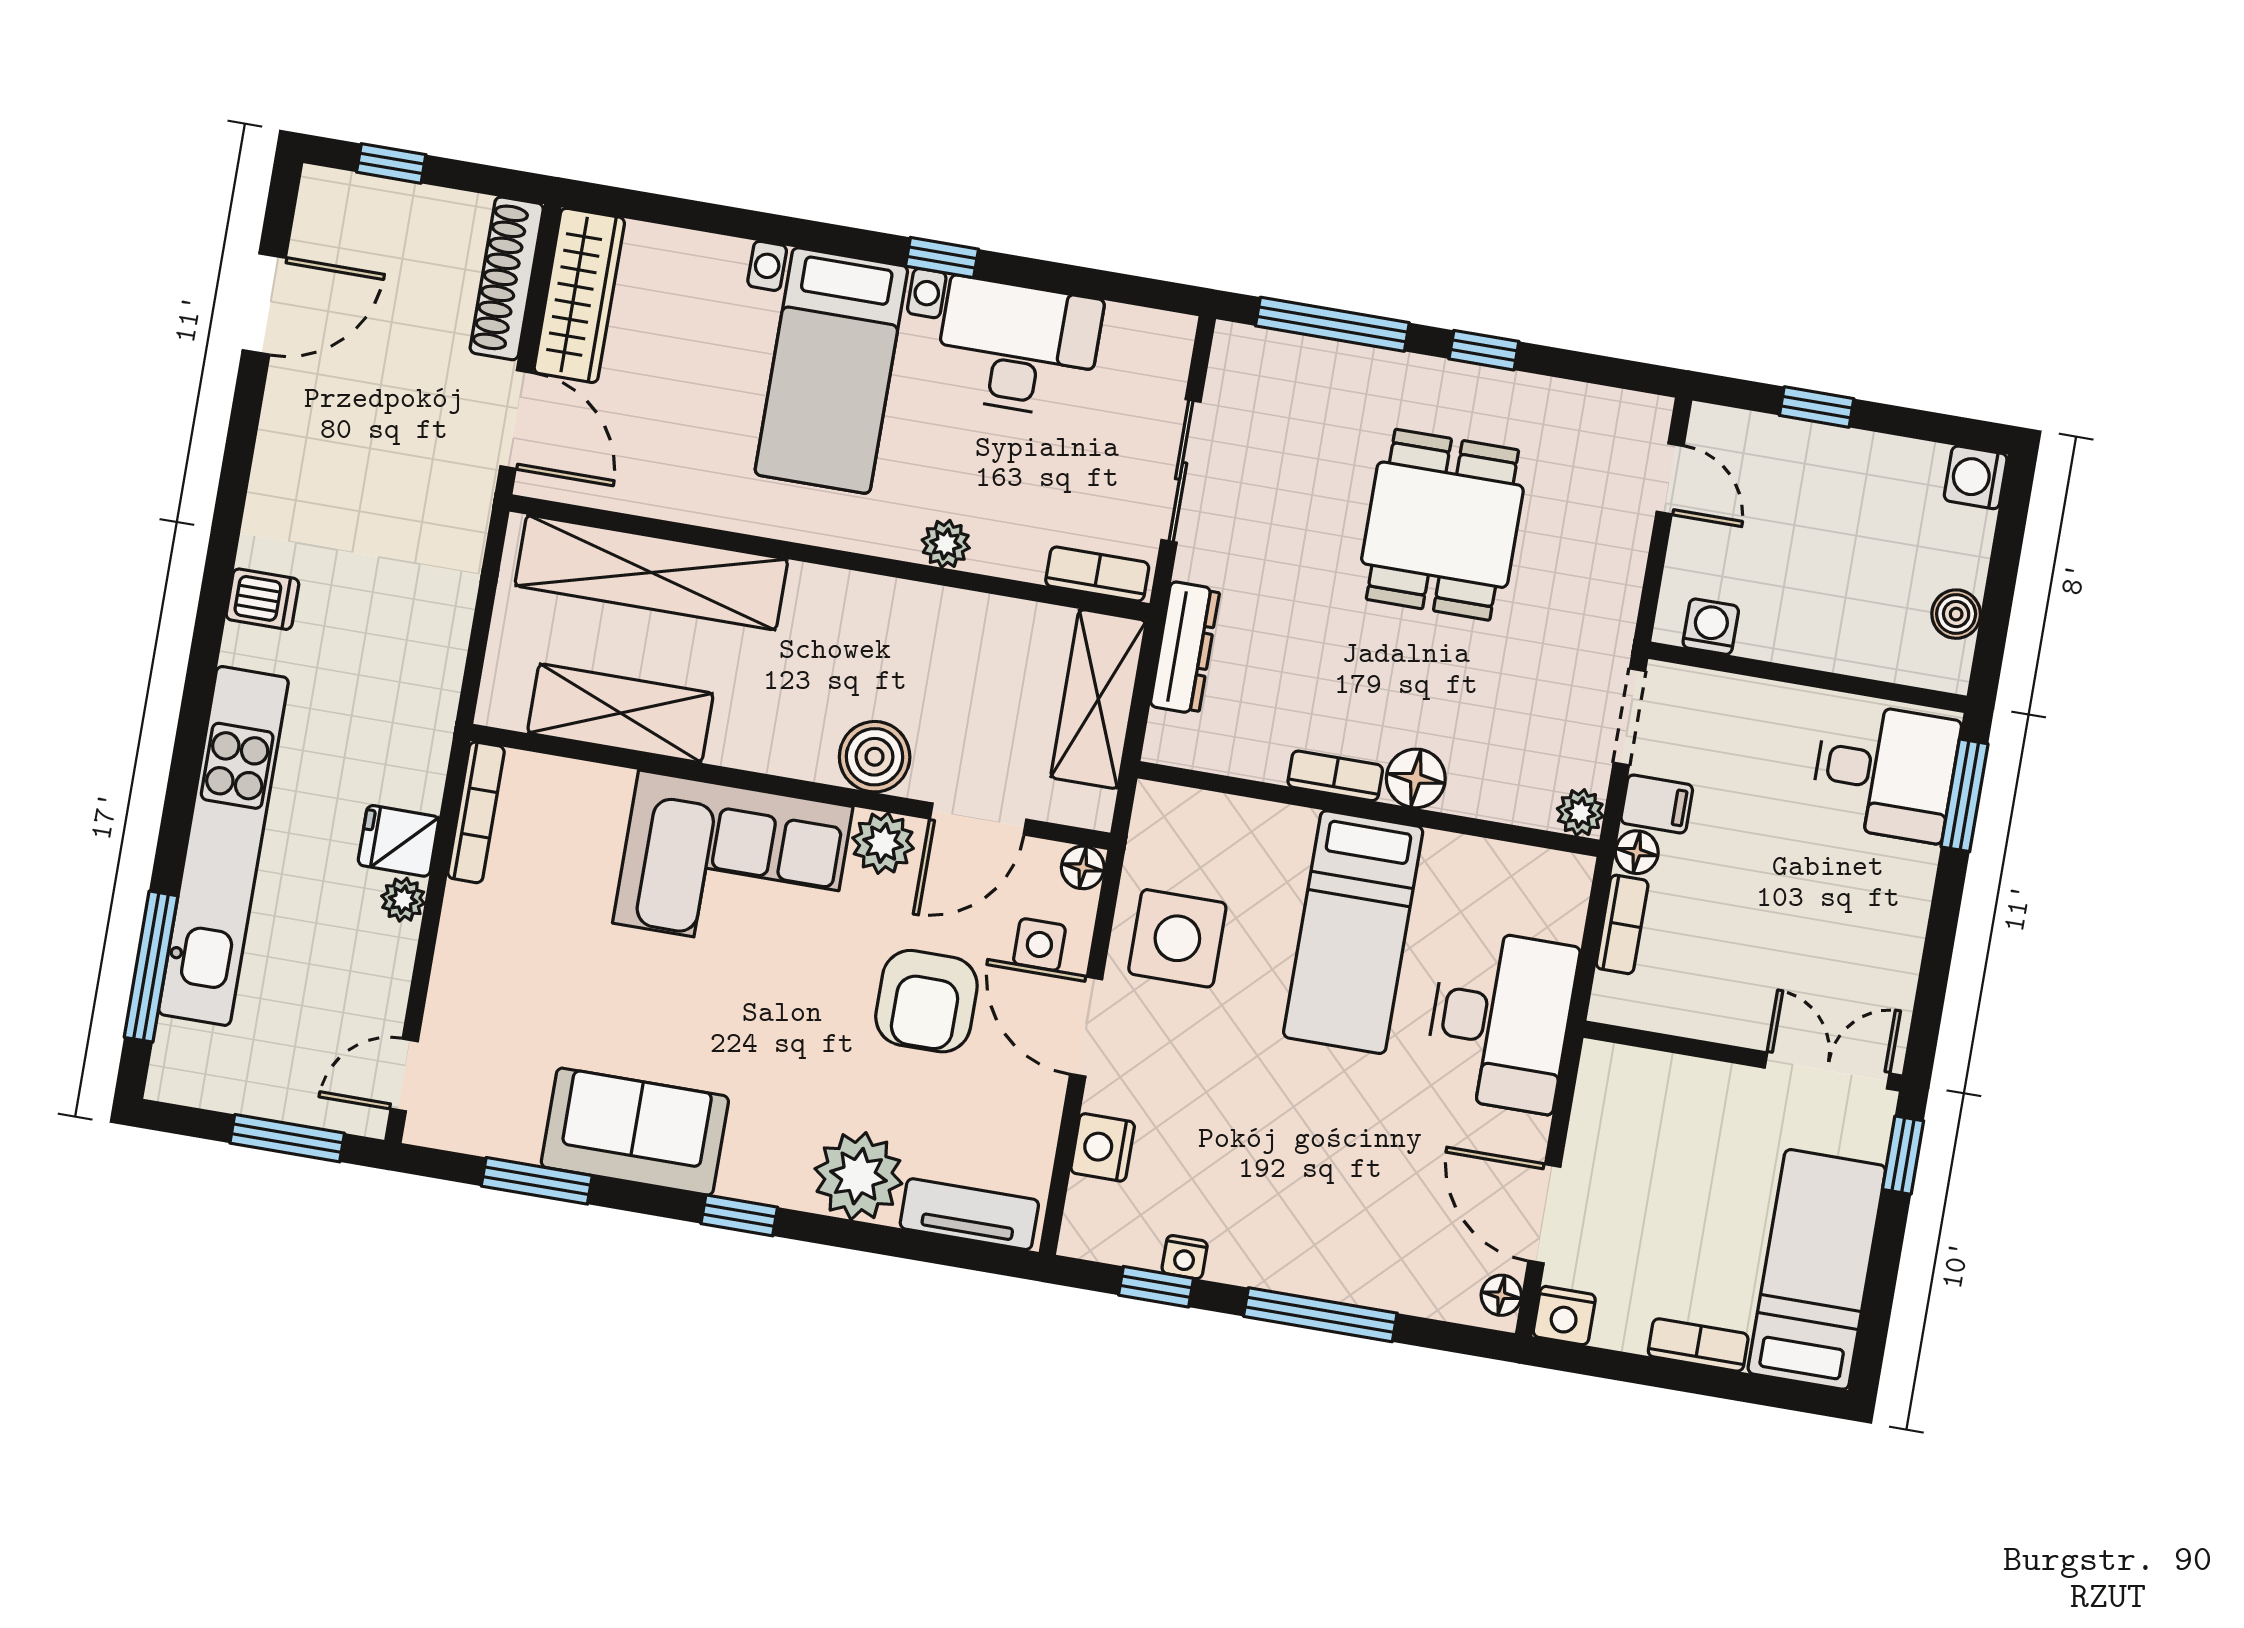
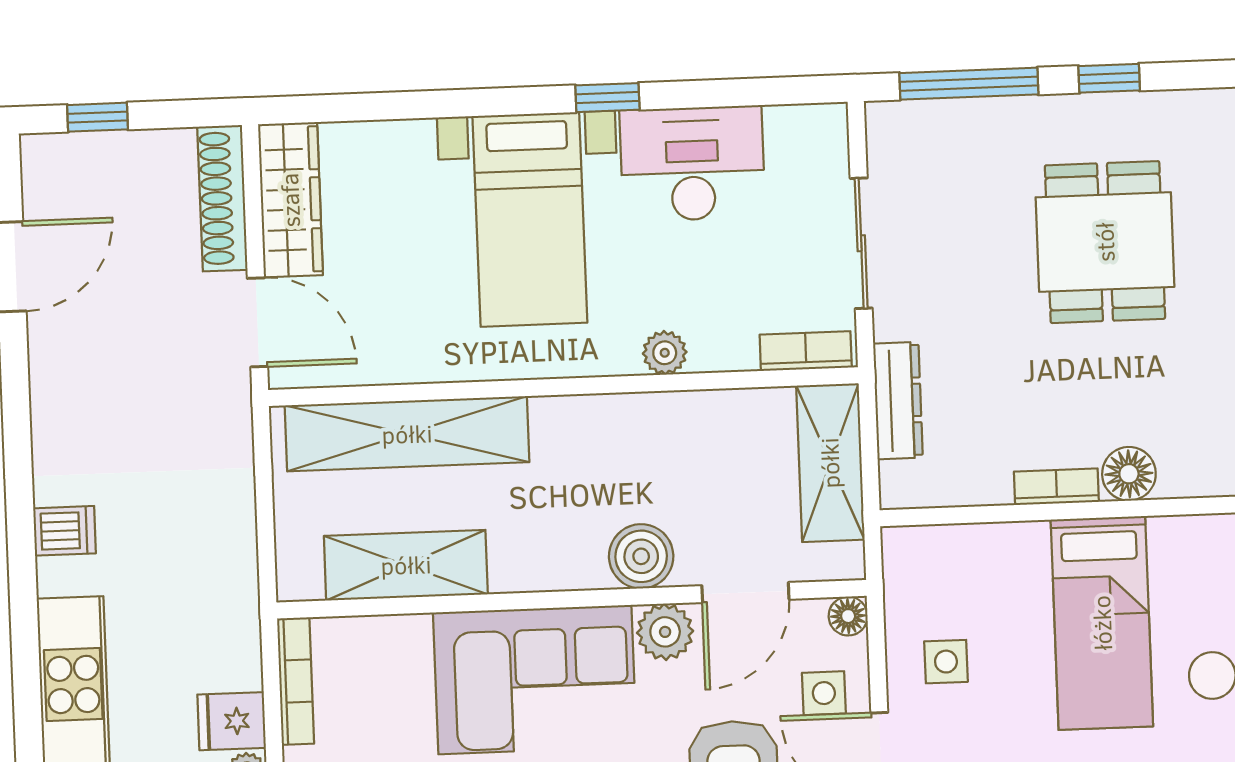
side table: (1177, 938) -> (946, 662), width x0.54, depth x0.54

